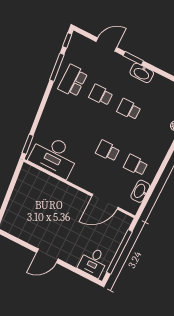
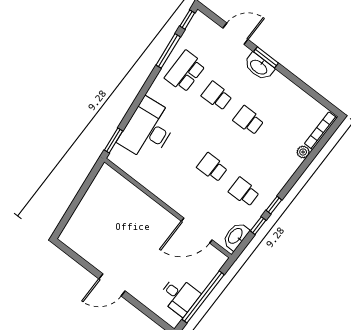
washbasin: (142, 73) -> (259, 67), moved
desk: (54, 156) -> (148, 129), moved, turned 84
window: (161, 171) -> (274, 205), added
window: (151, 189) -> (258, 226), added
washbasin: (140, 191) -> (236, 236), moved
desk: (93, 262) -> (179, 296), moved, turned -90

